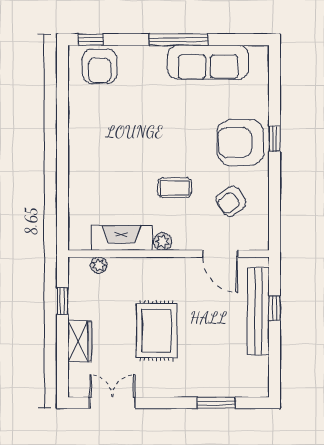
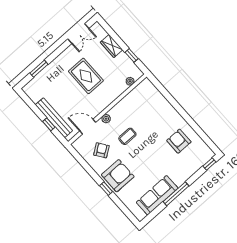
armchair: (100, 66) -> (179, 141), moved
fireplace: (121, 238) -> (131, 99), removed
plant: (163, 242) -> (106, 119), moved

